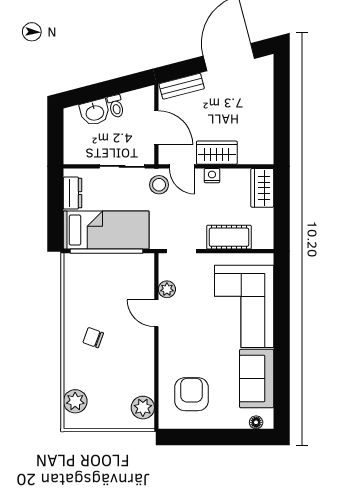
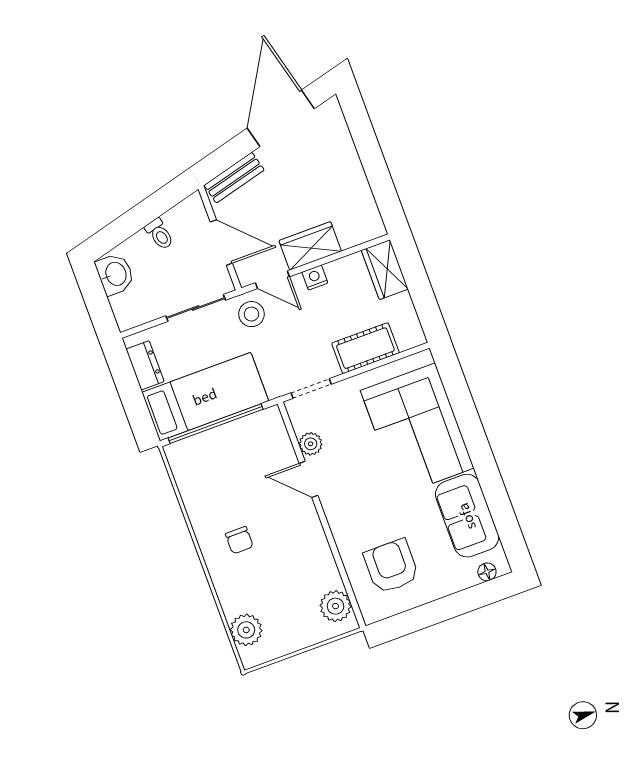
washbasin: (95, 112) -> (115, 274), moved, turned -75
chair: (93, 338) -> (239, 540), turned -110

